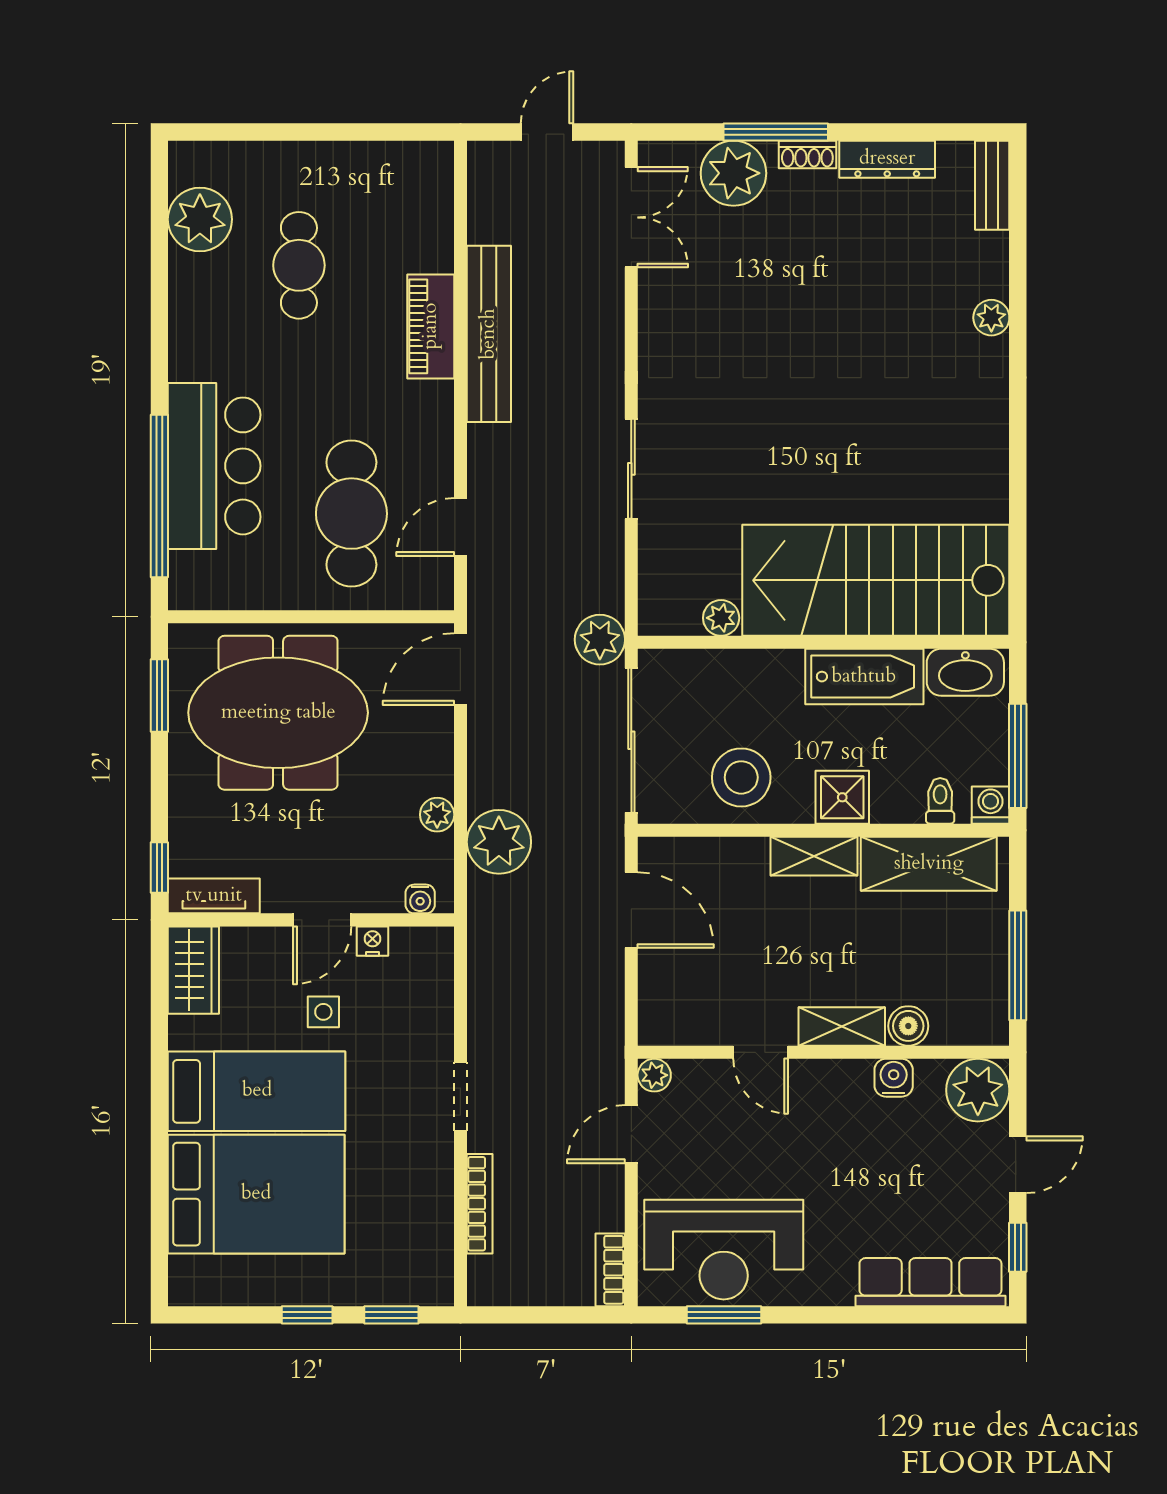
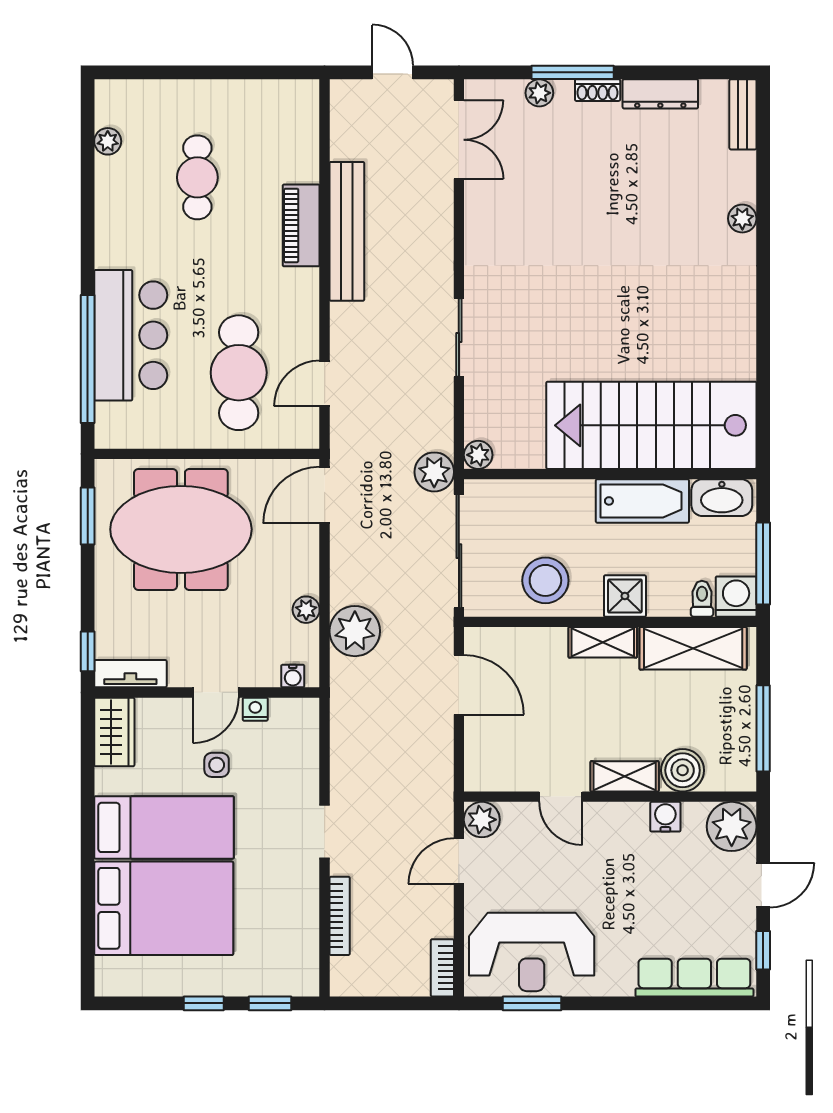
door: (547, 132) -> (393, 72), hinge flipped
plant: (733, 173) -> (539, 93), width x0.53, depth x0.53
plant: (200, 219) -> (108, 141), width x0.53, depth x0.53
plant: (721, 618) -> (478, 455), moved
washing machine: (991, 805) -> (736, 597), width x1.38, depth x1.38
boiler: (908, 1026) -> (683, 770), width x1.36, depth x1.36
plant: (654, 1075) -> (482, 820), width x1.38, depth x1.38

